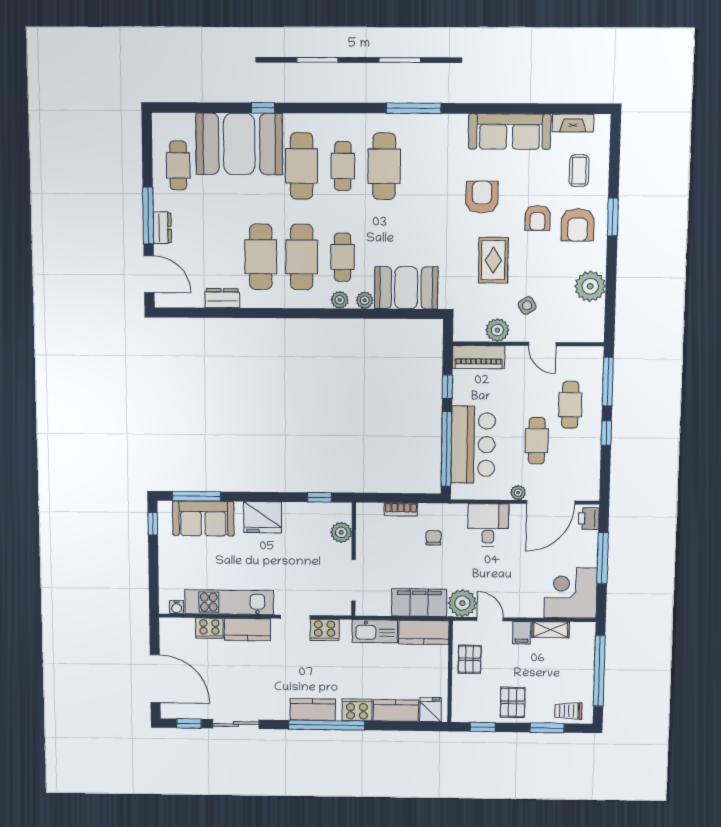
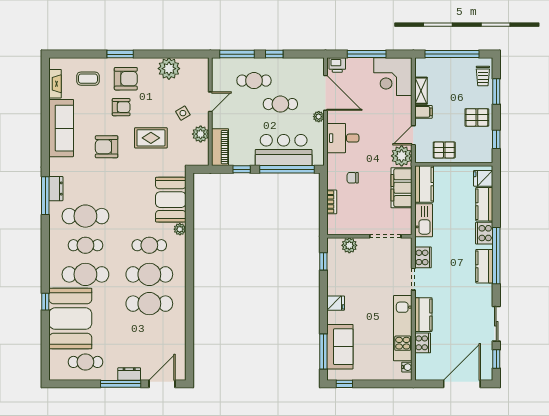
dresser: (222, 298) -> (56, 189), moved, turned 180
plant: (340, 300) -> (180, 247), removed
fridge: (263, 517) -> (336, 303), width x0.53, depth x0.75

